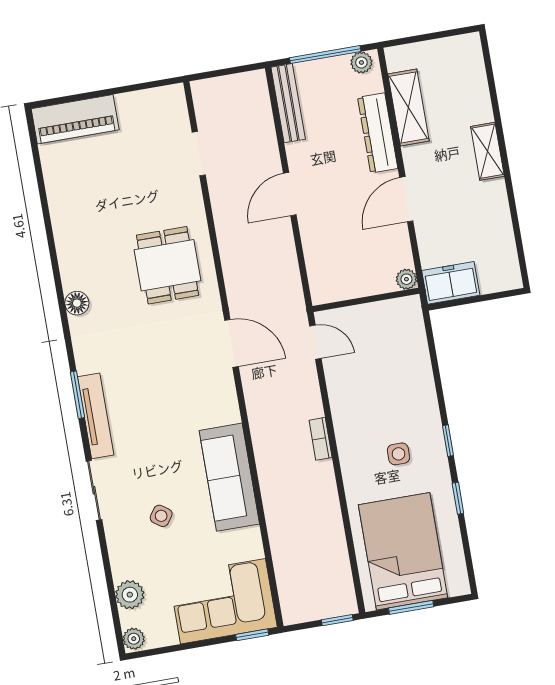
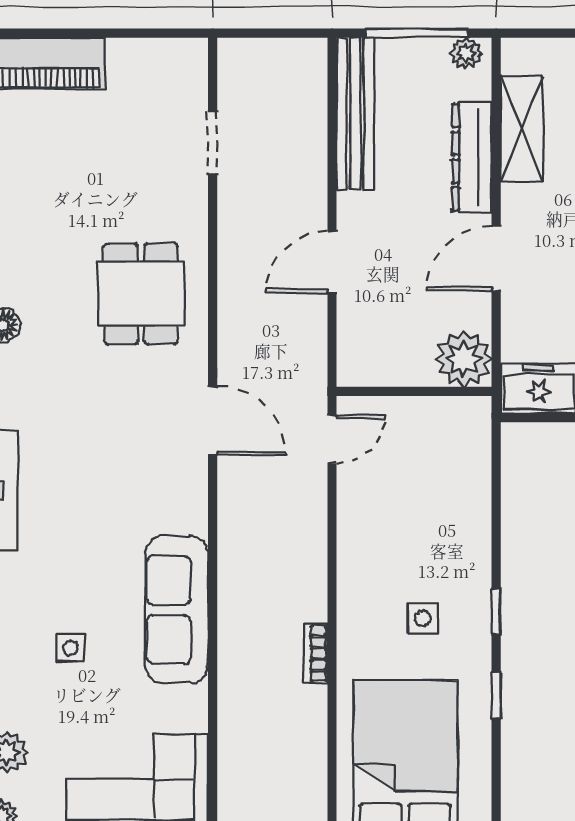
bench: (288, 103) -> (355, 114), width x1.37, depth x1.21
door: (290, 194) -> (332, 262), moved
plant: (406, 279) -> (464, 359), width x1.87, depth x1.87
door: (315, 342) -> (332, 439), hinge flipped
bookcase: (321, 439) -> (316, 653), moved
side table: (161, 516) -> (70, 648), turned -35

